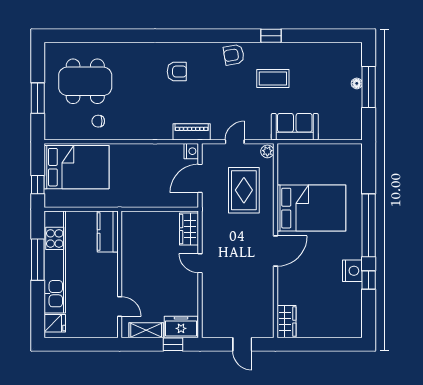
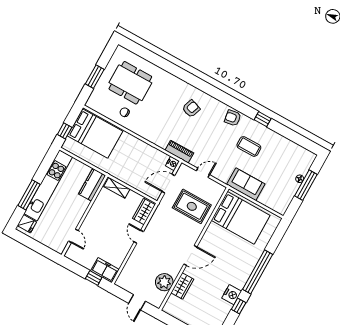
armchair: (177, 72) -> (191, 109), turned -71
plant: (267, 151) -> (164, 282), moved, width x1.87, depth x1.87
rug: (244, 190) -> (192, 206), turned 90
bed: (311, 208) -> (241, 218), moved
window: (38, 260) -> (29, 195), moved
wardrobe: (286, 322) -> (182, 286), moved
shelving: (146, 330) -> (117, 188), moved

